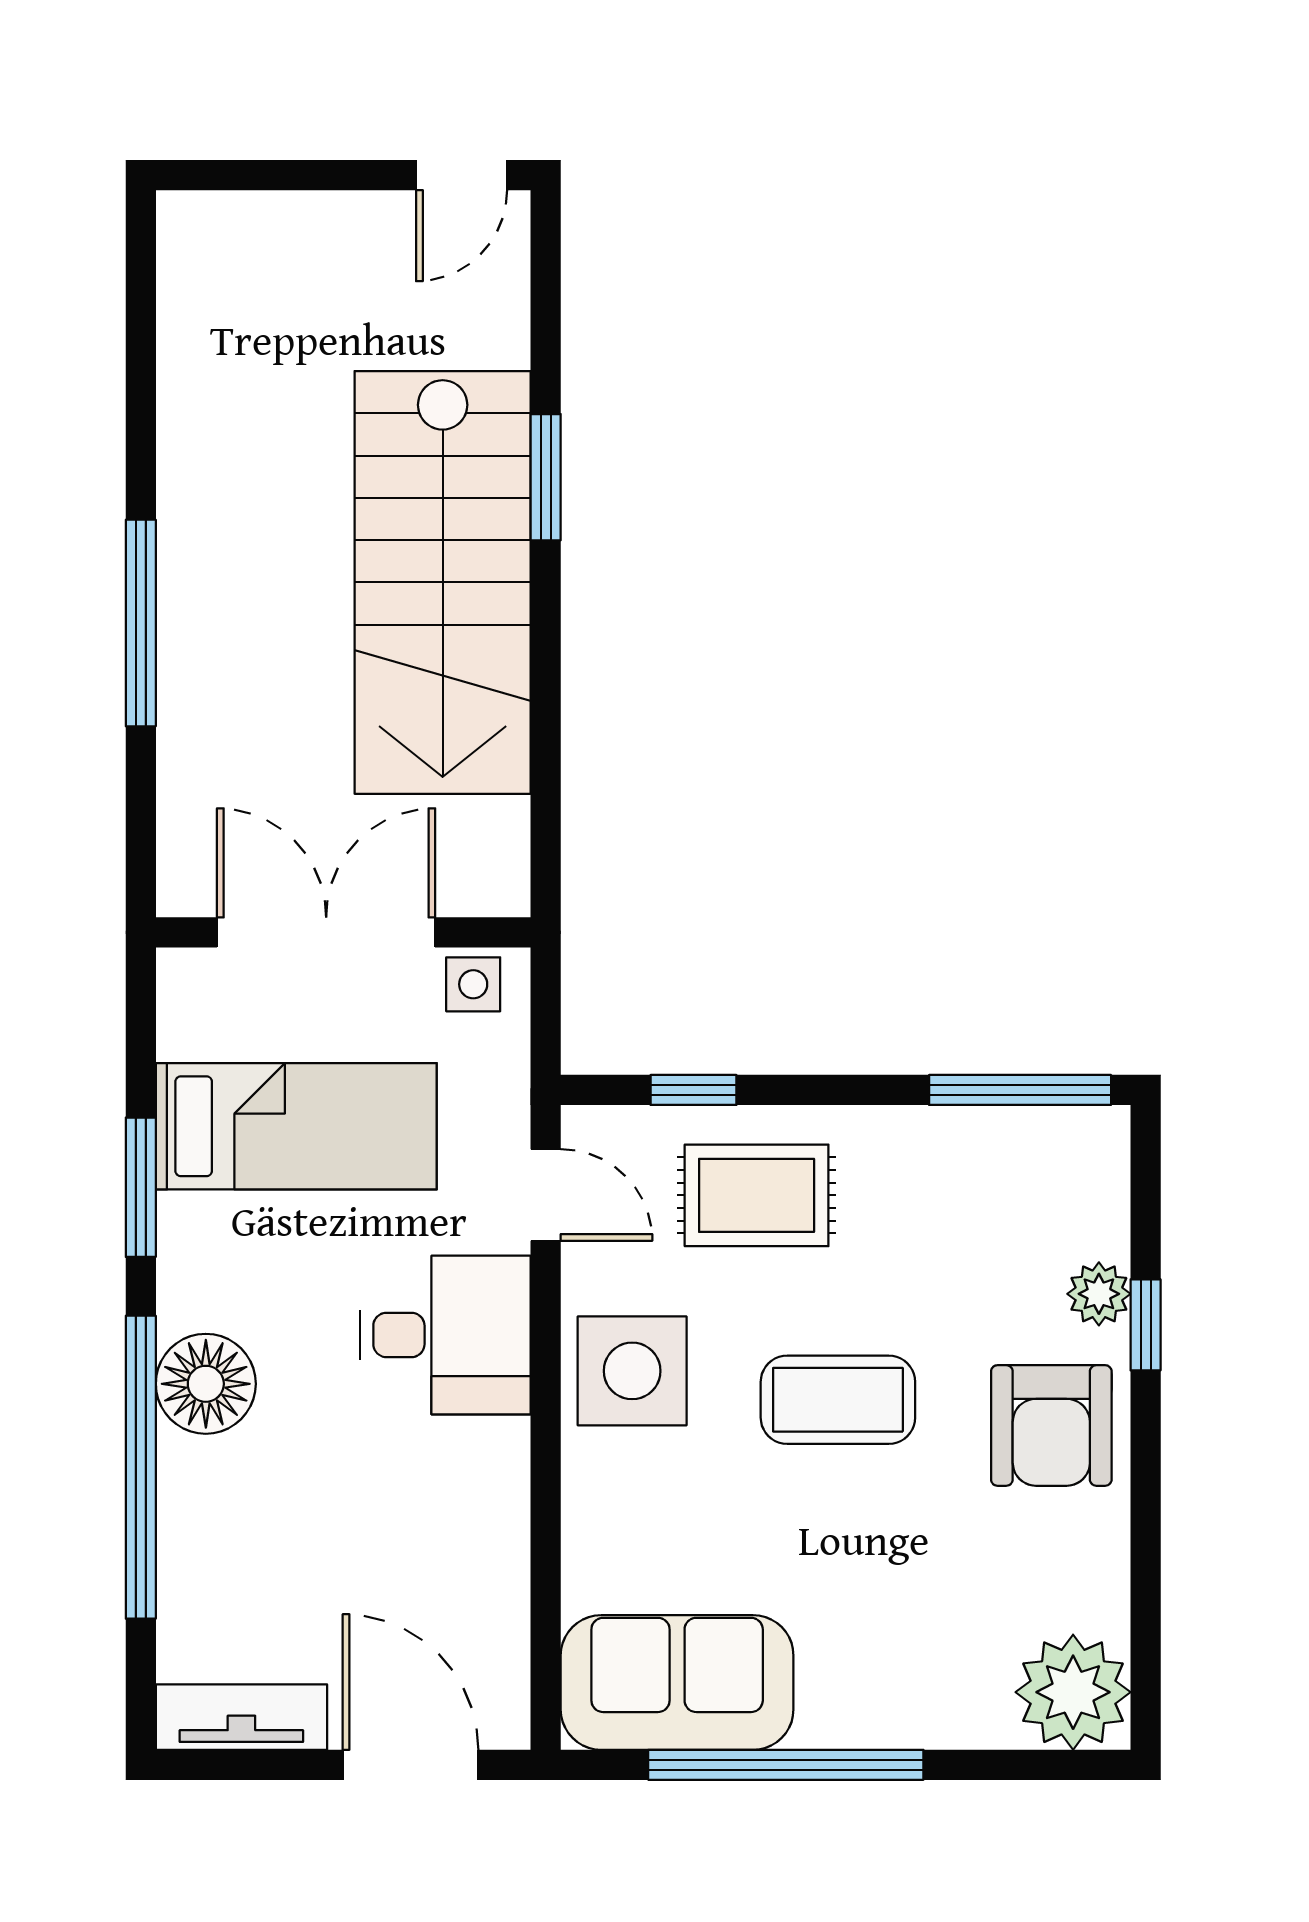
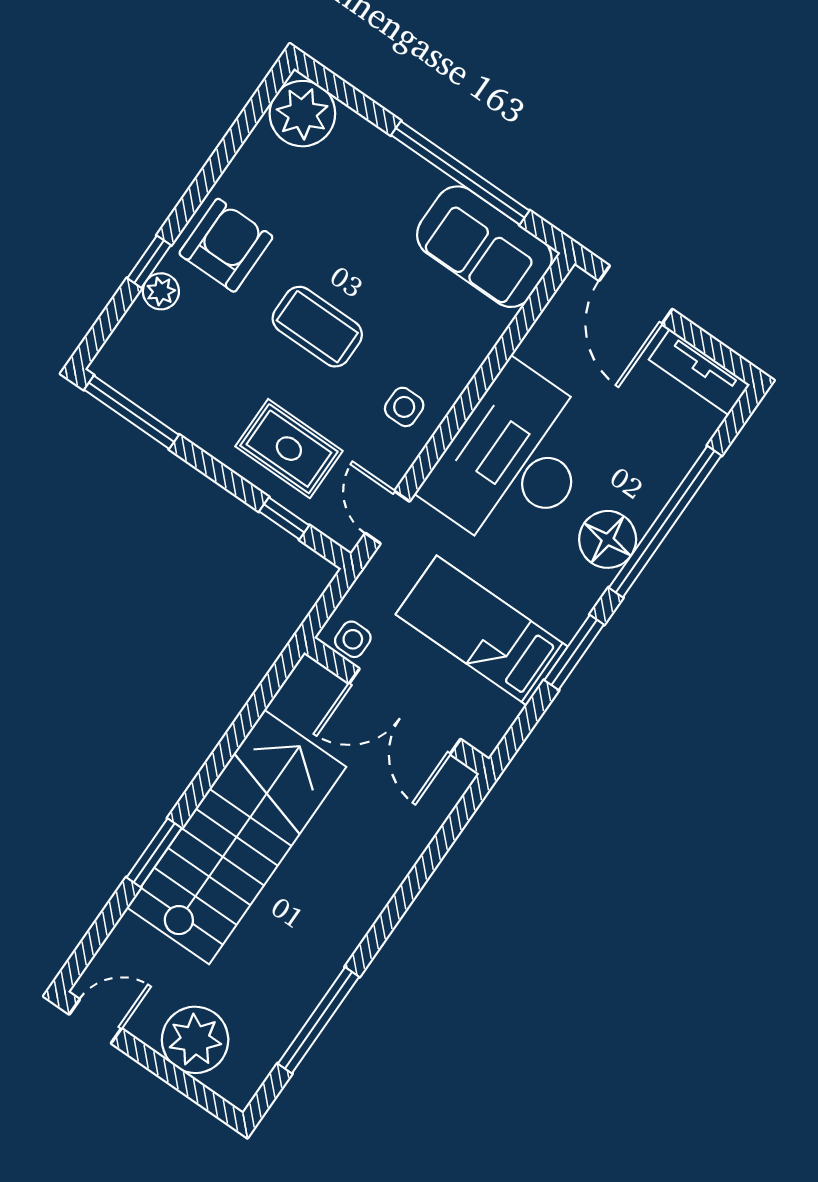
plant: (299, 248) -> (195, 1040), added
window: (141, 623) -> (319, 1020), moved
desk: (445, 1335) -> (514, 460), width x1.87, depth x1.30
side table: (632, 1371) -> (404, 407), width x0.54, depth x0.54

